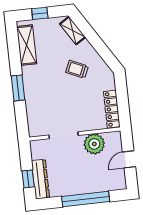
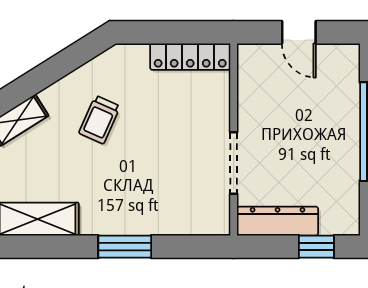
plant: (94, 144) -> (259, 101), removed
dresser: (40, 179) -> (278, 221), moved

